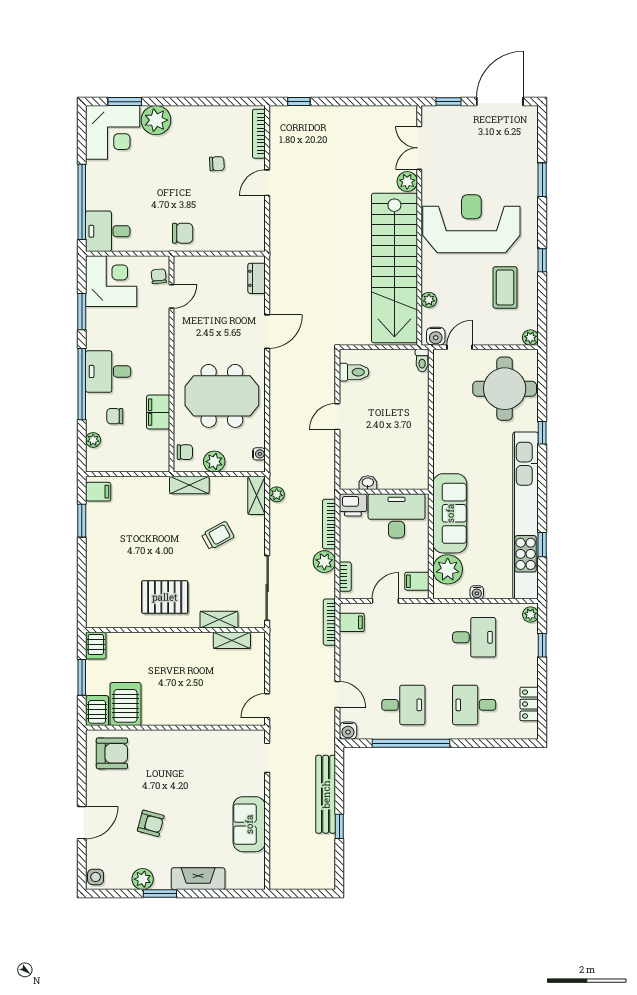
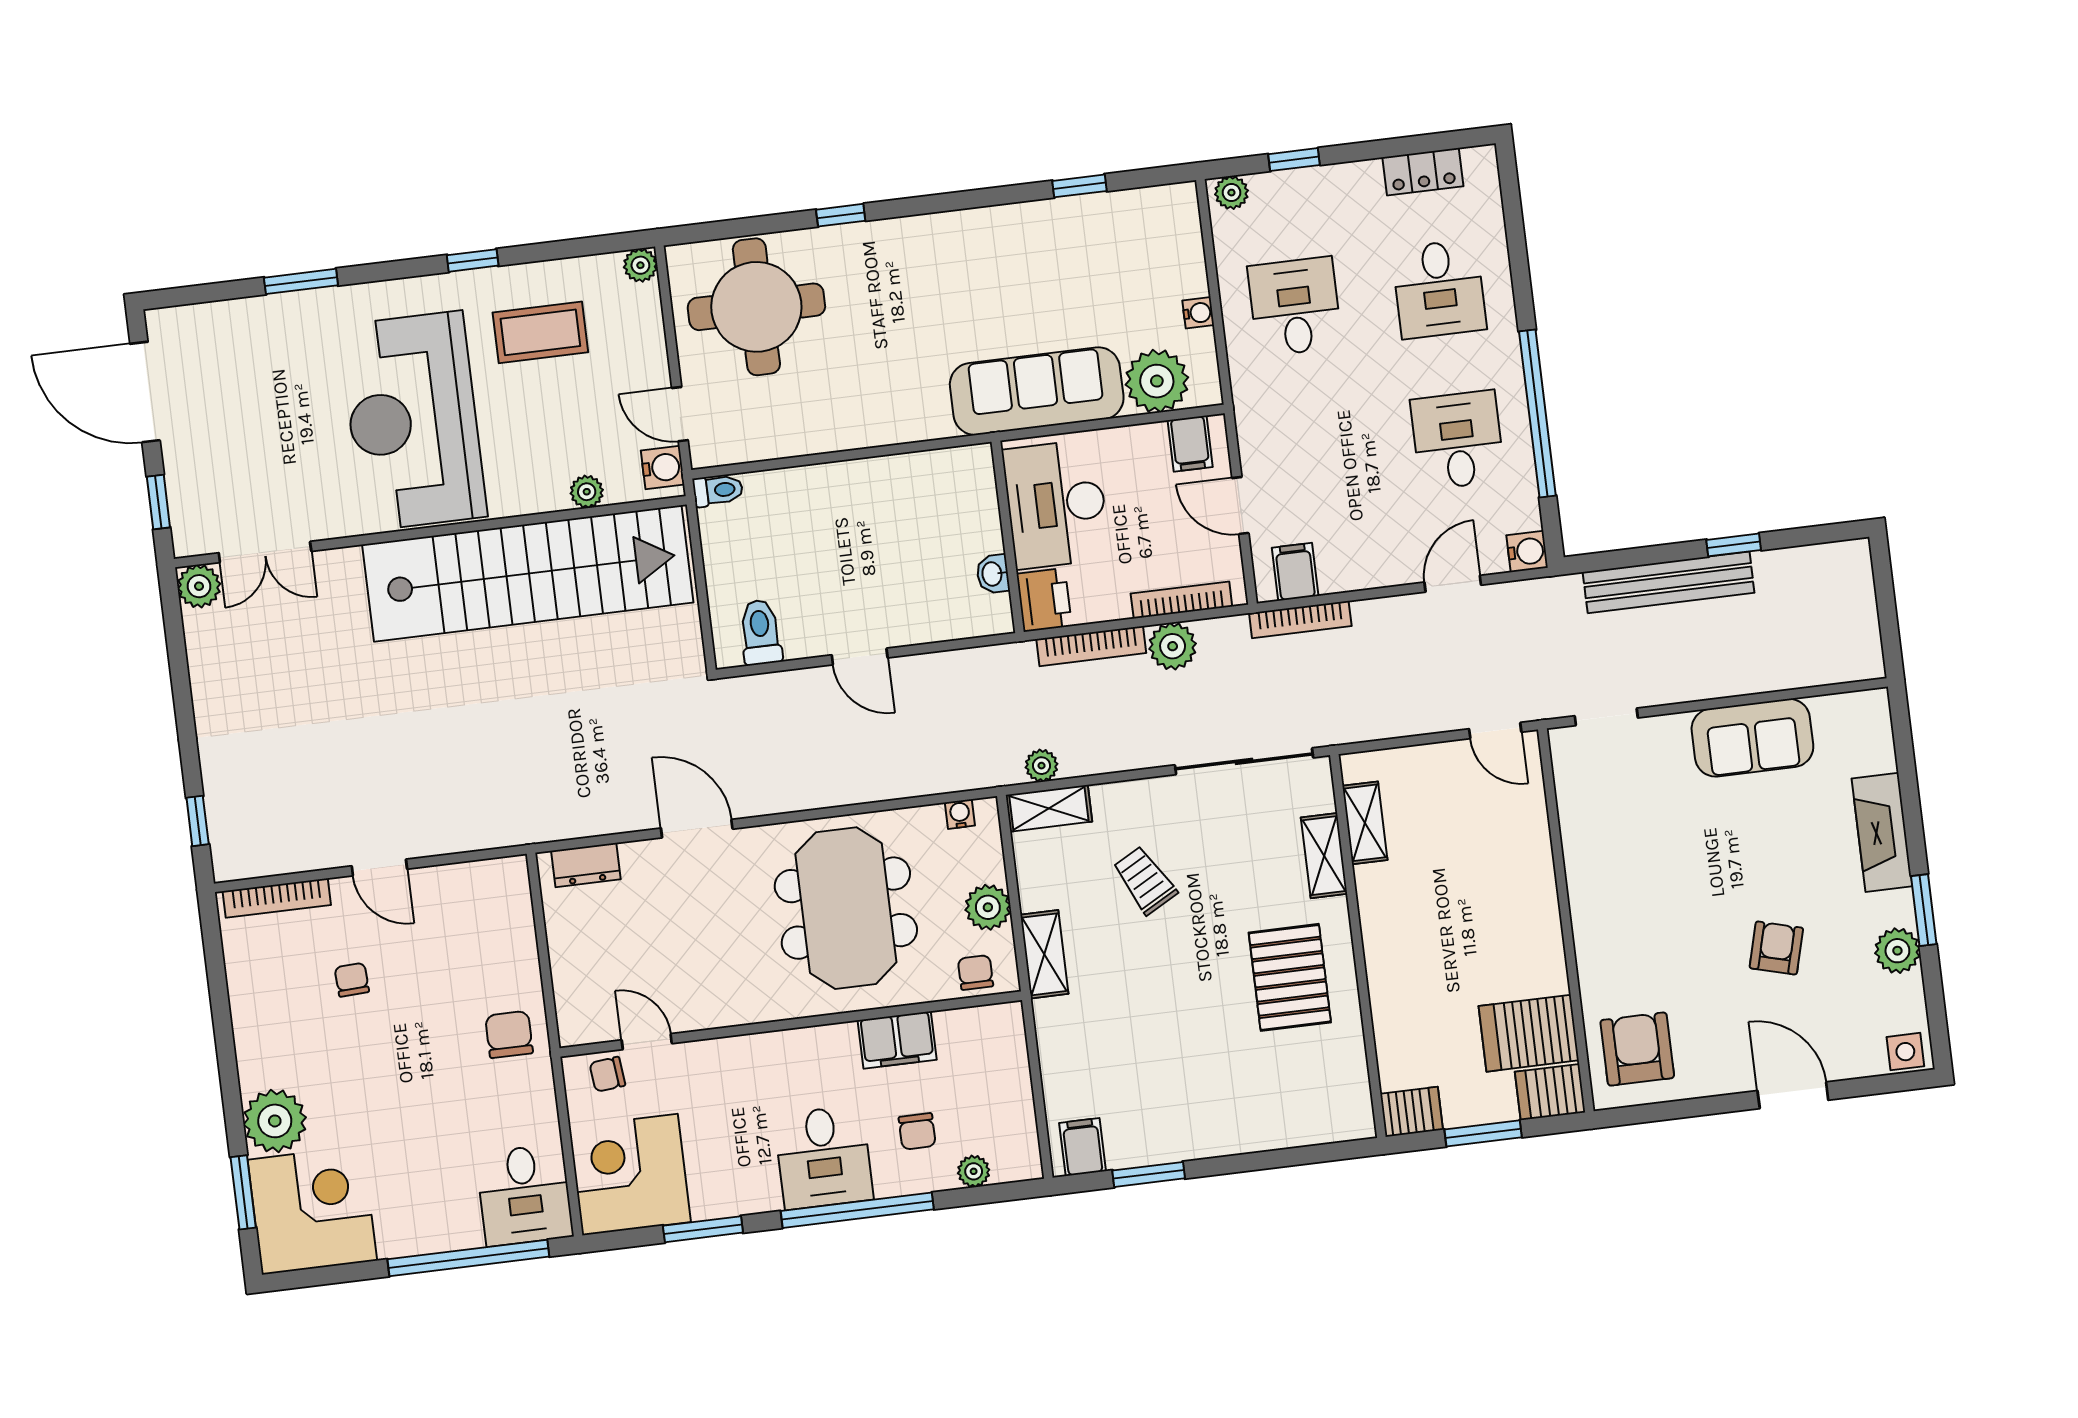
plant: (407, 182) -> (199, 586), moved
kitchen unit: (526, 515) -> (1021, 229), removed
bookcase: (345, 577) -> (1181, 600), width x1.56

